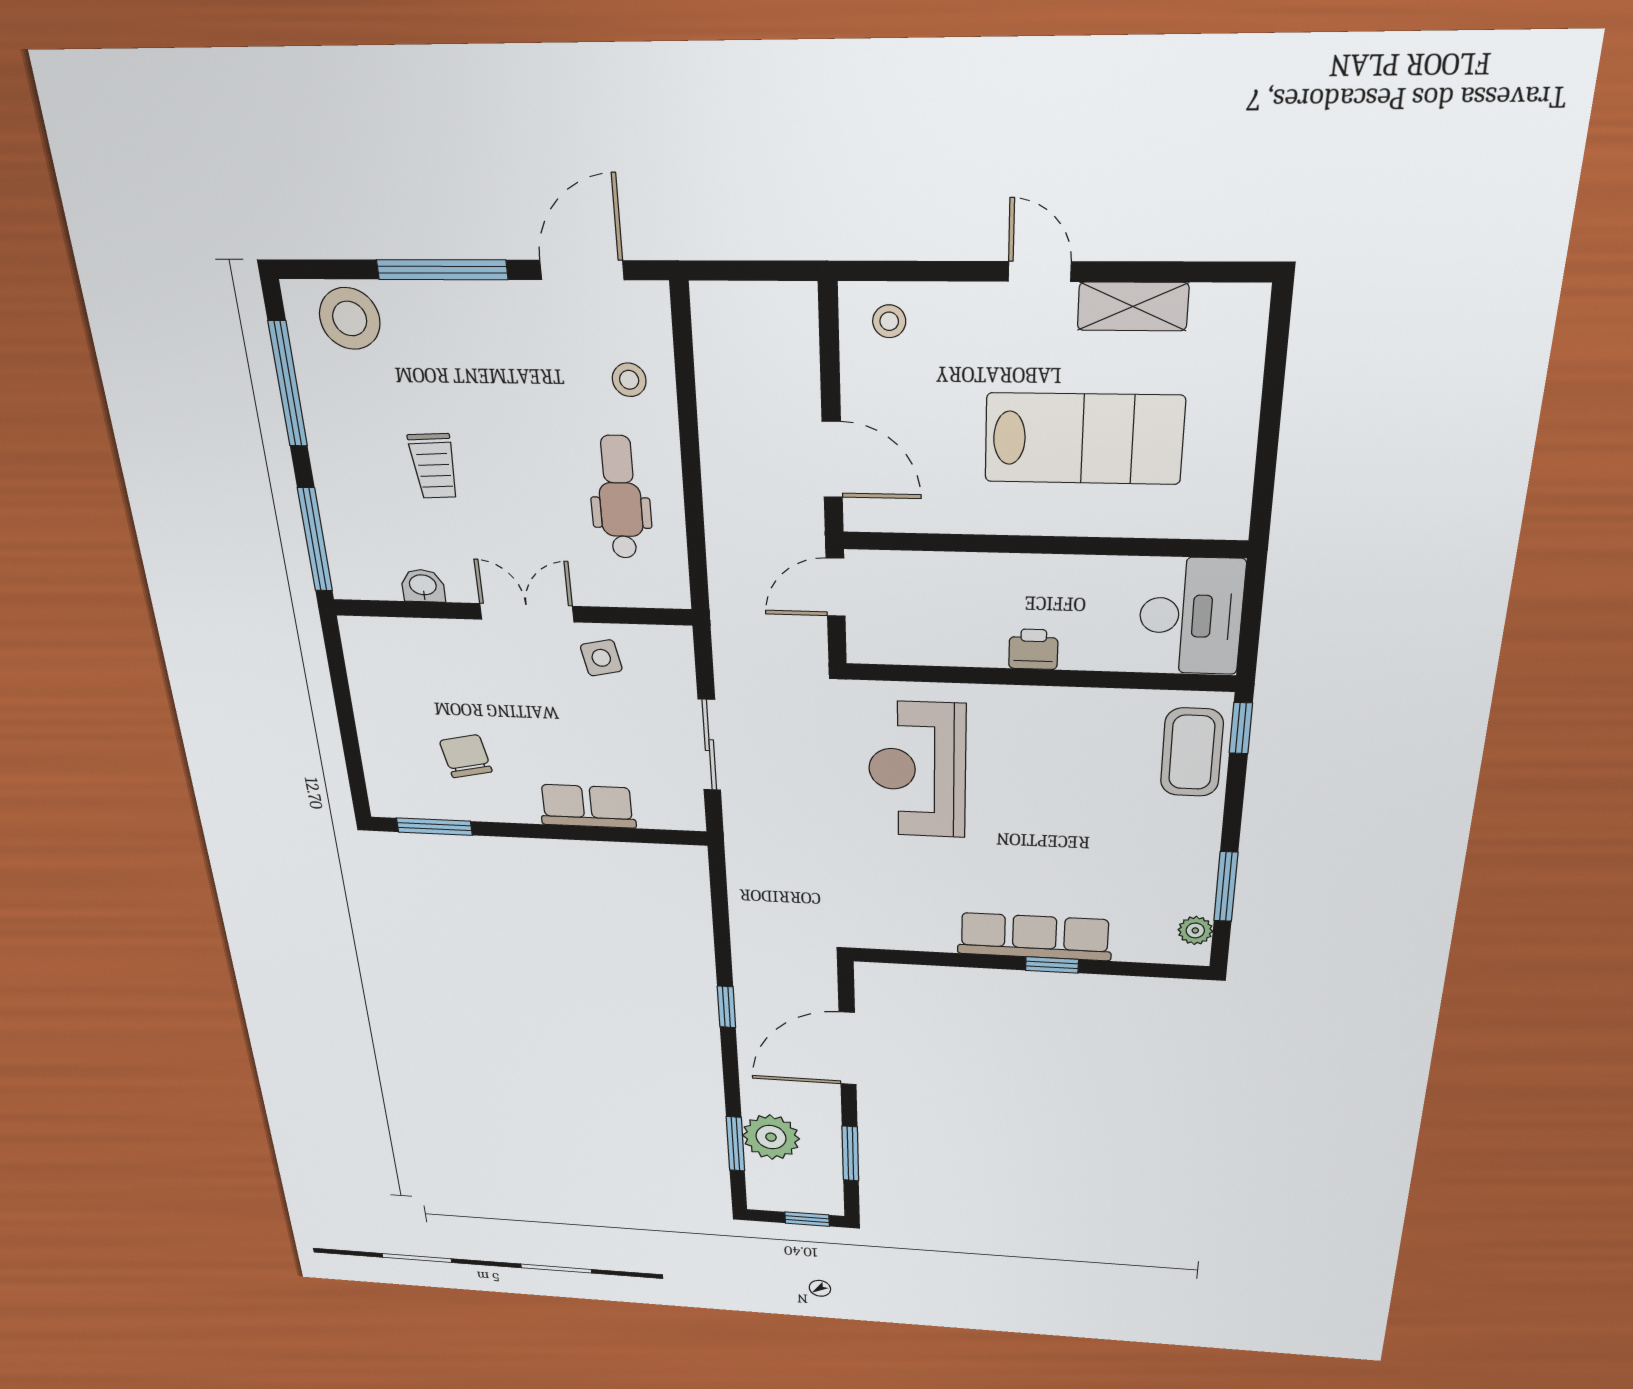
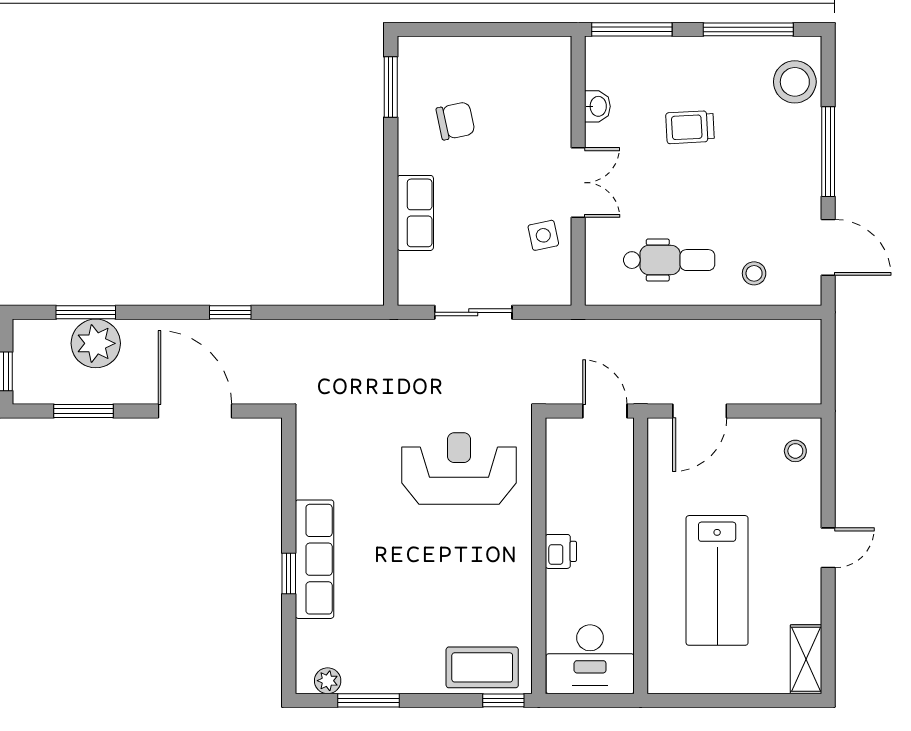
shelving: (1133, 306) -> (806, 659), moved

